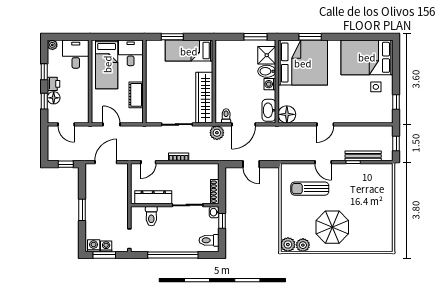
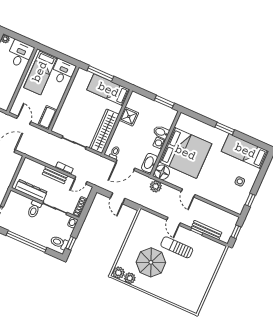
window: (172, 37) -> (100, 74), width x1.44
window: (310, 37) -> (225, 129), moved
shower: (267, 55) -> (129, 117), moved
bed: (367, 57) -> (245, 151), width x0.67
bed: (303, 63) -> (185, 153), moved
cot: (136, 95) -> (48, 118), moved
door: (325, 124) -> (188, 193), hinge flipped
plant: (217, 133) -> (156, 186), moved
door: (148, 162) -> (81, 180), moved
bench: (172, 169) -> (55, 175), added
sun lounger: (310, 189) -> (177, 247), moved
toilet: (151, 216) -> (34, 209), moved
window: (222, 221) -> (71, 243), moved
parasol: (332, 227) -> (151, 262), moved

